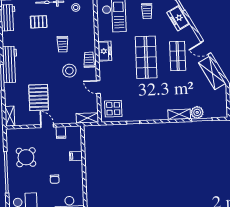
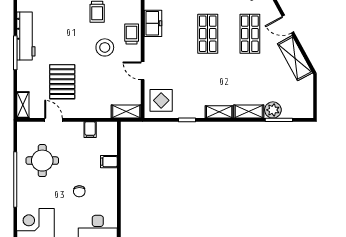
shop shelf: (146, 57) -> (208, 34), width x0.70, depth x0.74
shelving: (157, 116) -> (219, 112), added
door: (47, 126) -> (54, 120), moved
round table: (26, 157) -> (42, 161), turned 45

